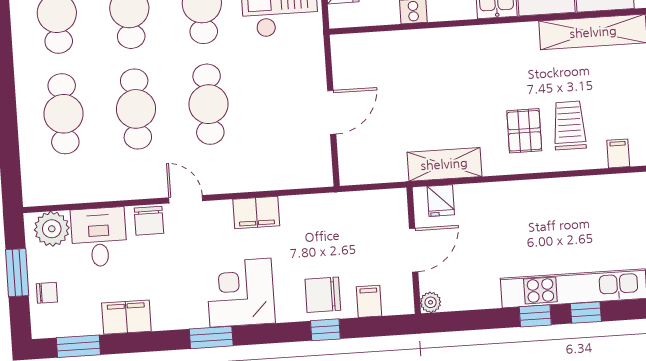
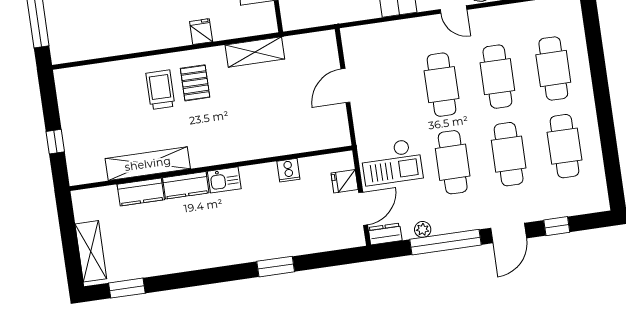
trolley: (569, 125) -> (160, 90), turned 180
filing cabinet: (618, 153) -> (121, 71), removed
fridge: (441, 201) -> (201, 32), moved

